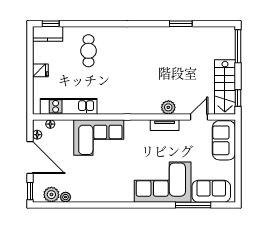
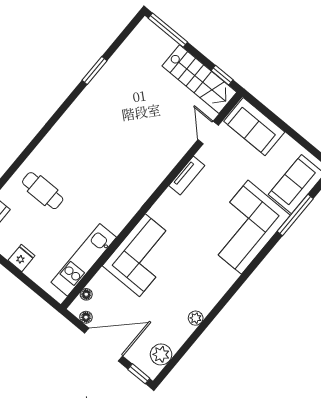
plant: (168, 107) -> (171, 156), removed
plant: (66, 197) -> (196, 318), moved

